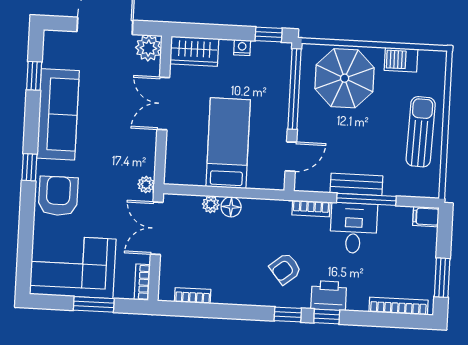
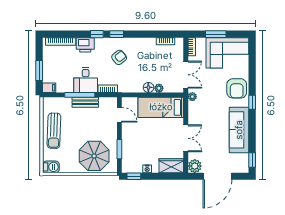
barbecue: (401, 60) -> (51, 167), moved
window: (34, 76) -> (252, 160), moved
window: (294, 89) -> (119, 149), width x0.47
bed: (228, 143) -> (161, 107), moved, turned 90
door: (291, 157) -> (119, 115), swing flipped
window: (442, 278) -> (39, 71), moved
printer: (329, 296) -> (85, 45), moved

